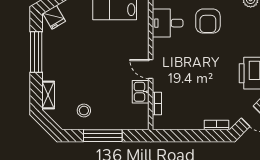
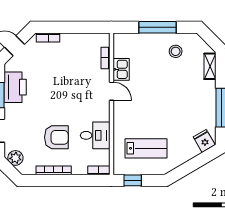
armchair: (208, 21) -> (56, 137), turned 90

